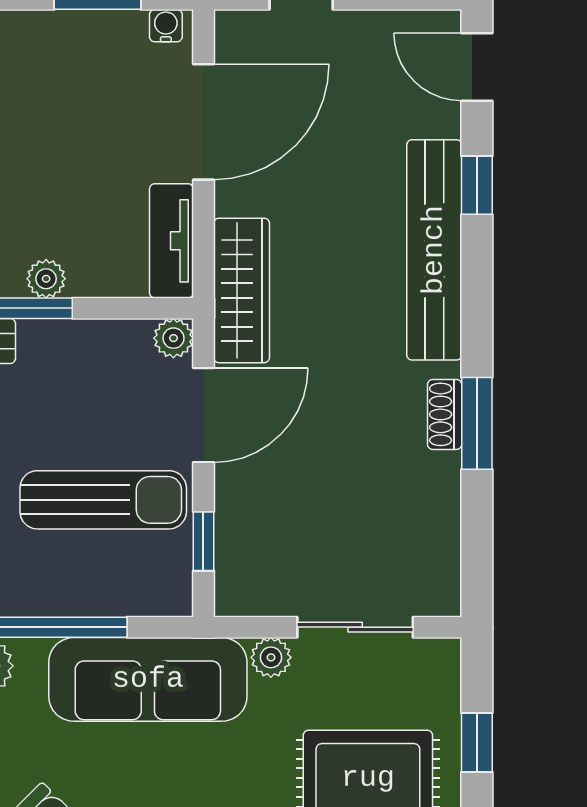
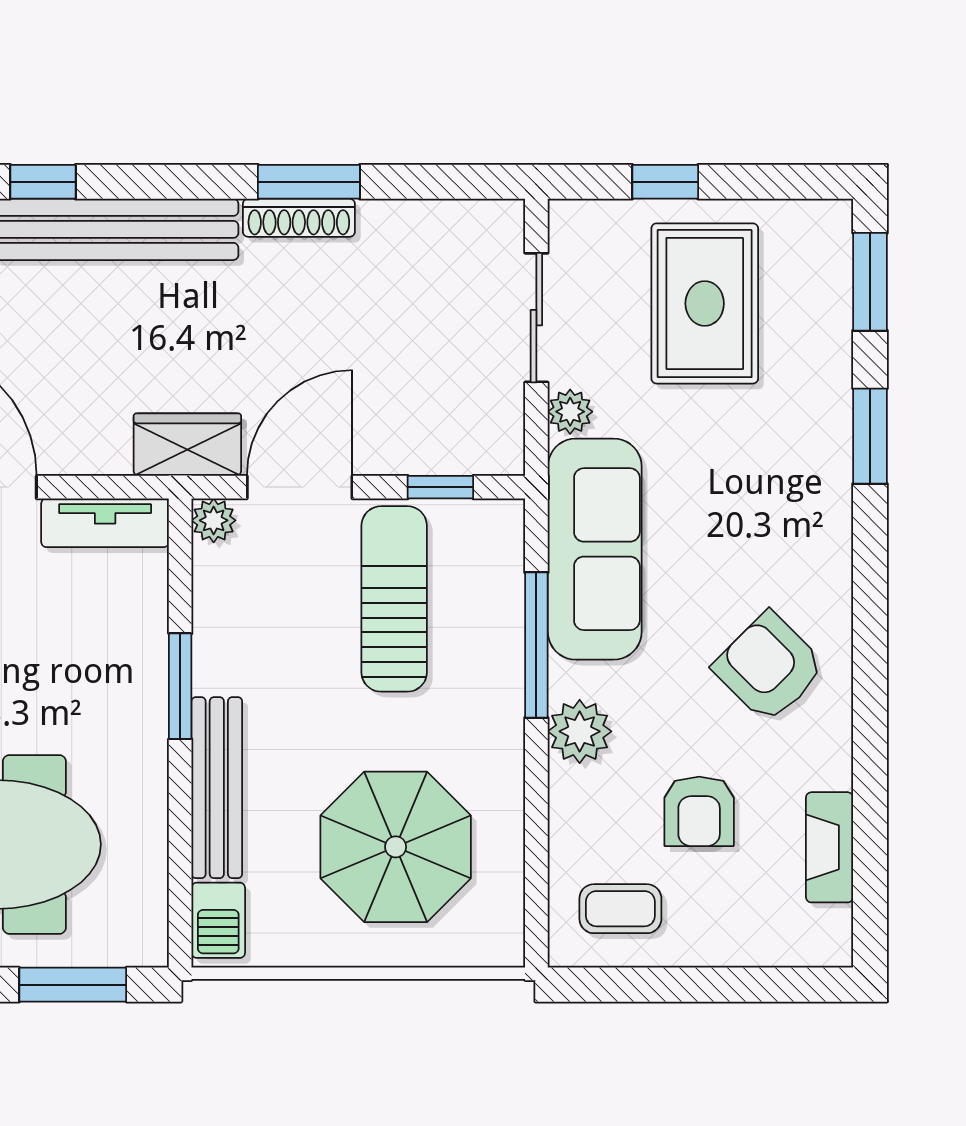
plant: (46, 279) -> (147, 663), removed
wardrobe: (242, 290) -> (187, 445), width x0.67
shoe rack: (445, 414) -> (299, 218), width x1.43
door: (203, 415) -> (300, 487), hinge flipped

